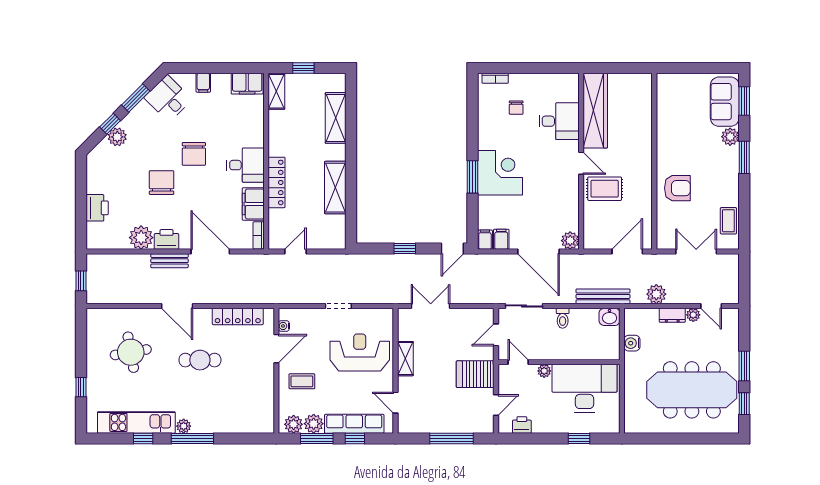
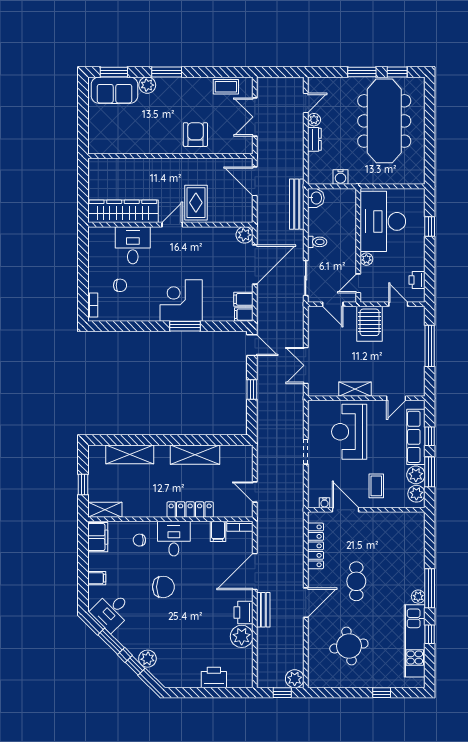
chair: (162, 183) -> (139, 540), moved, width x0.54, depth x0.54
filing cabinet: (253, 204) -> (218, 531), width x0.50
plant: (656, 294) -> (295, 679), moved

